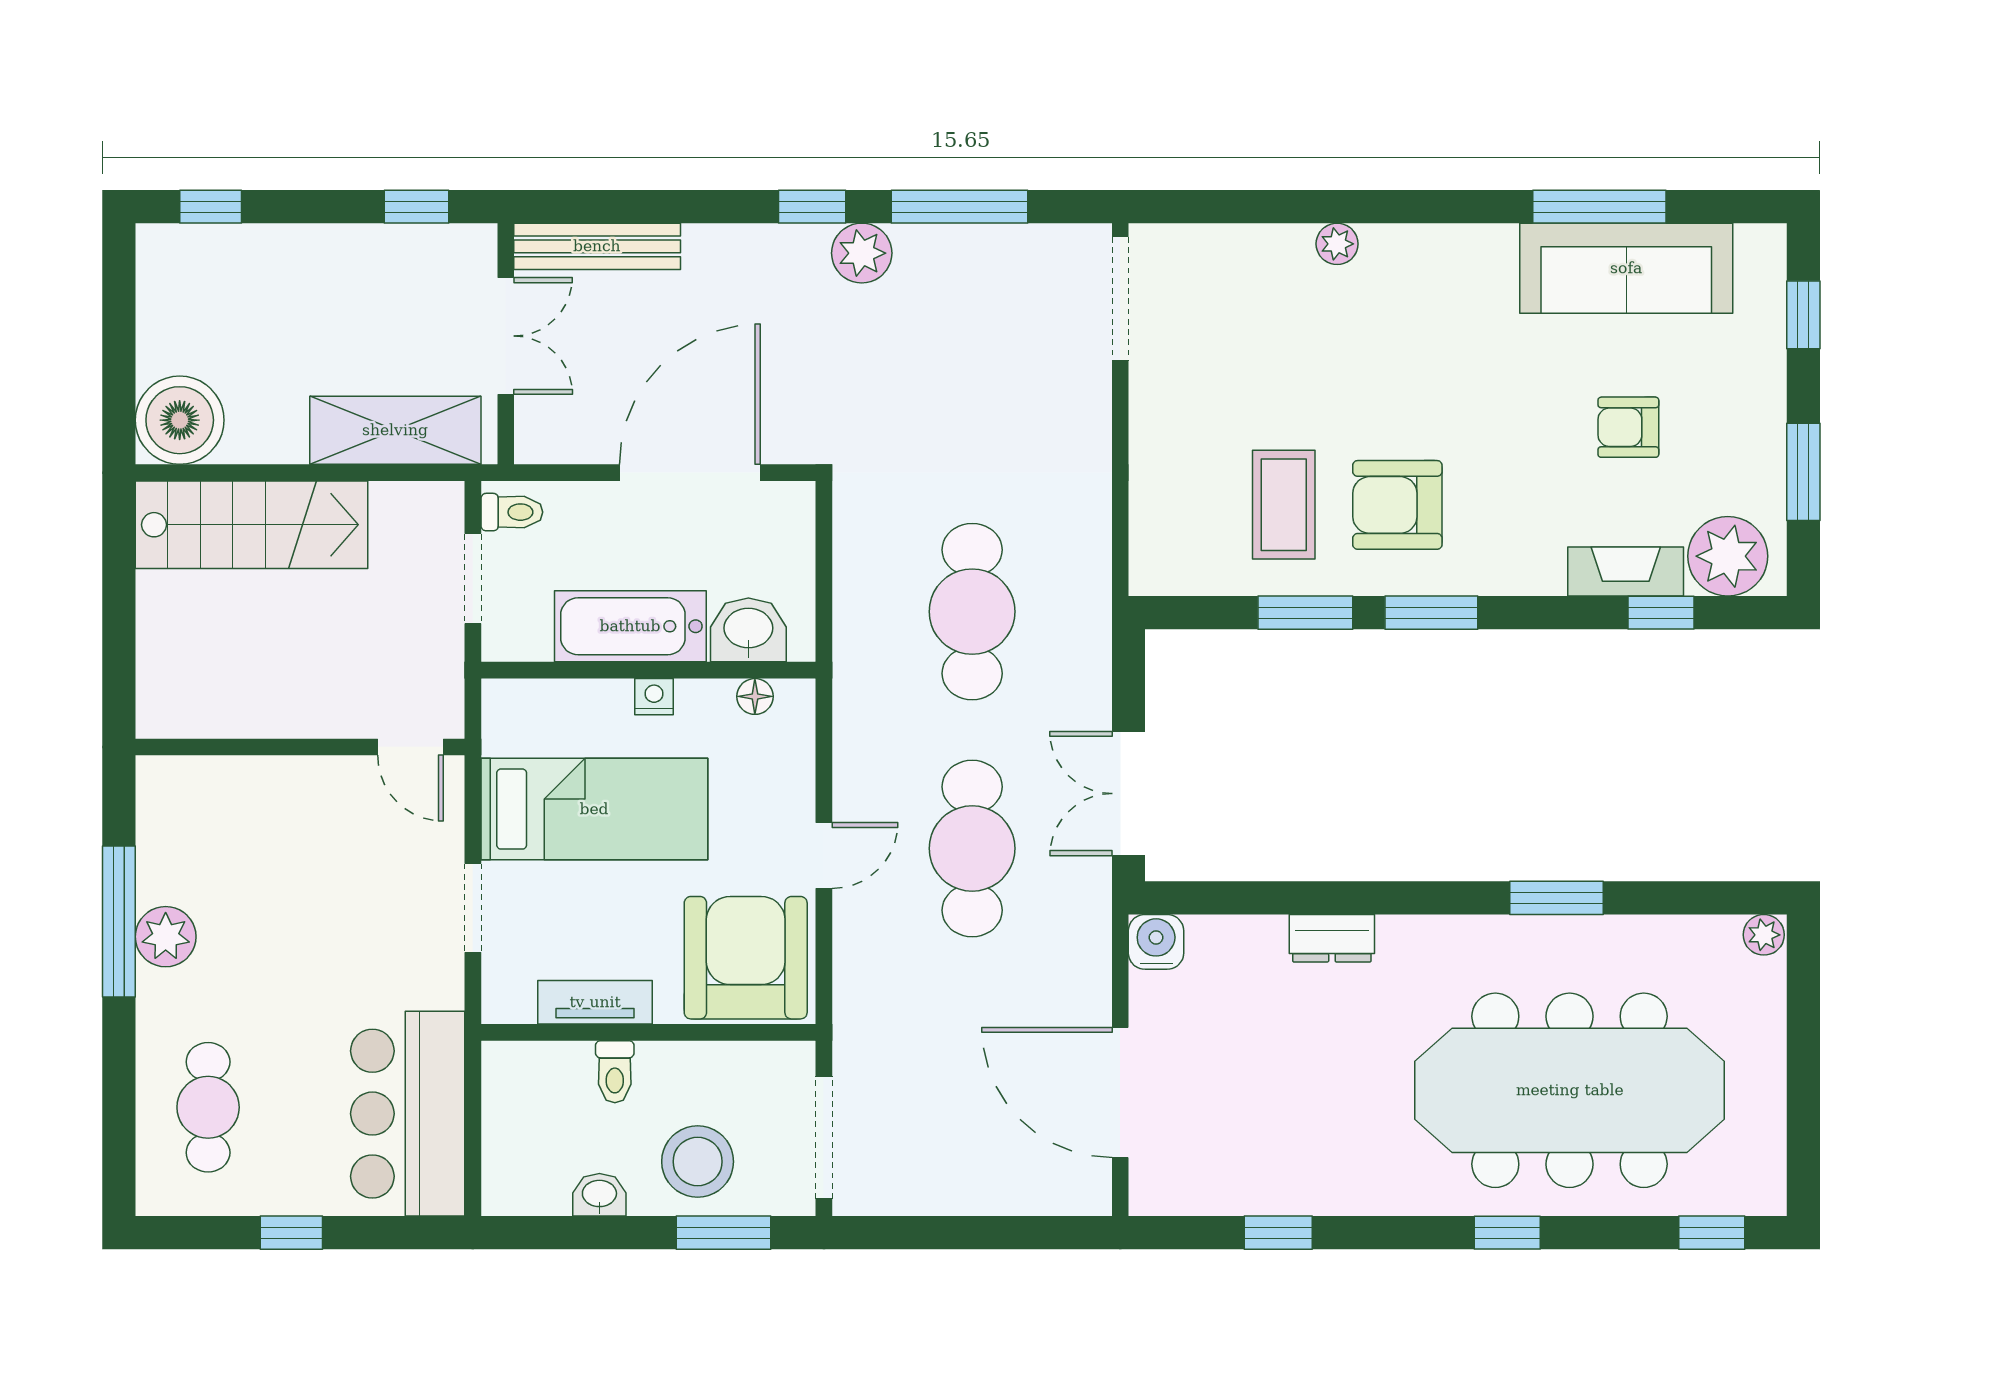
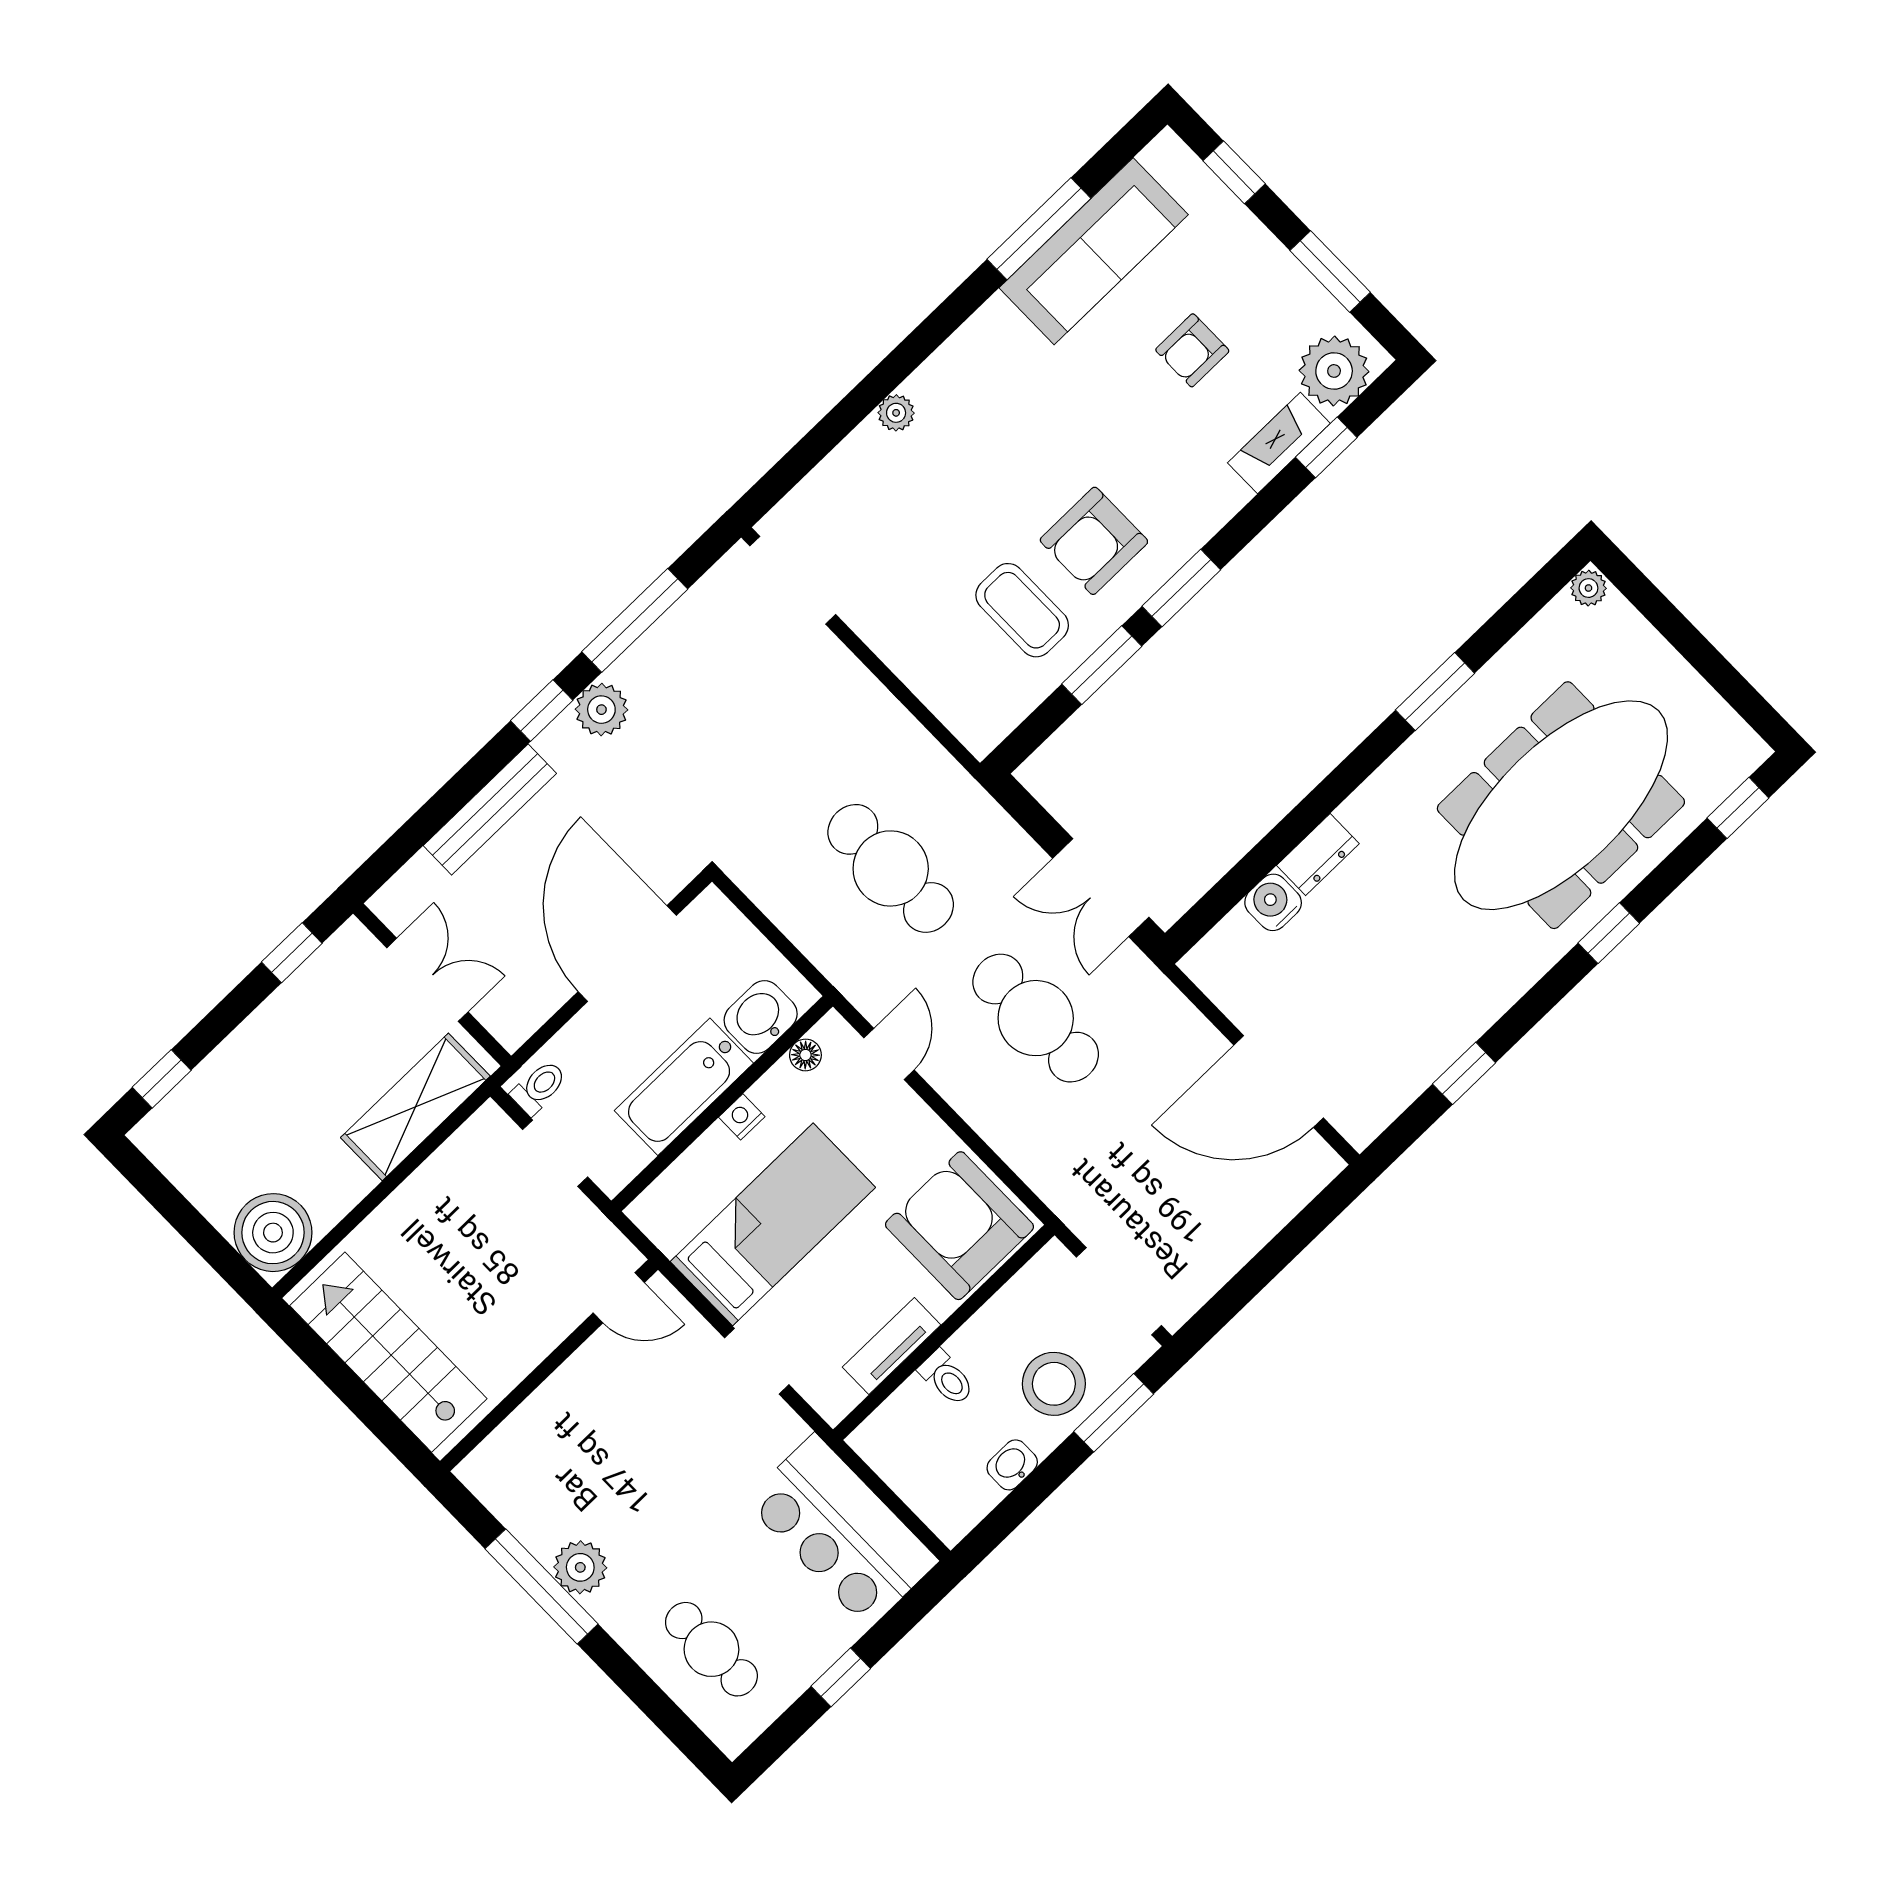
bench: (597, 246) -> (490, 810), moved
stairs: (252, 525) -> (388, 1352), moved, turned -90
door: (824, 855) -> (889, 1054), moved
water cooler: (1156, 942) -> (1273, 902), moved

